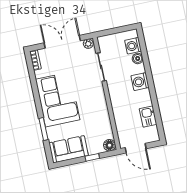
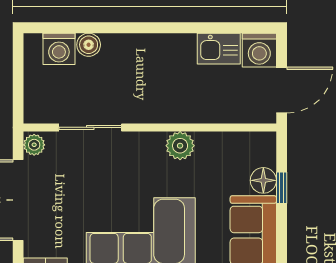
washing machine: (140, 82) -> (259, 50), moved
plant: (101, 108) -> (180, 146), added
floor lamp: (110, 145) -> (263, 180), moved

